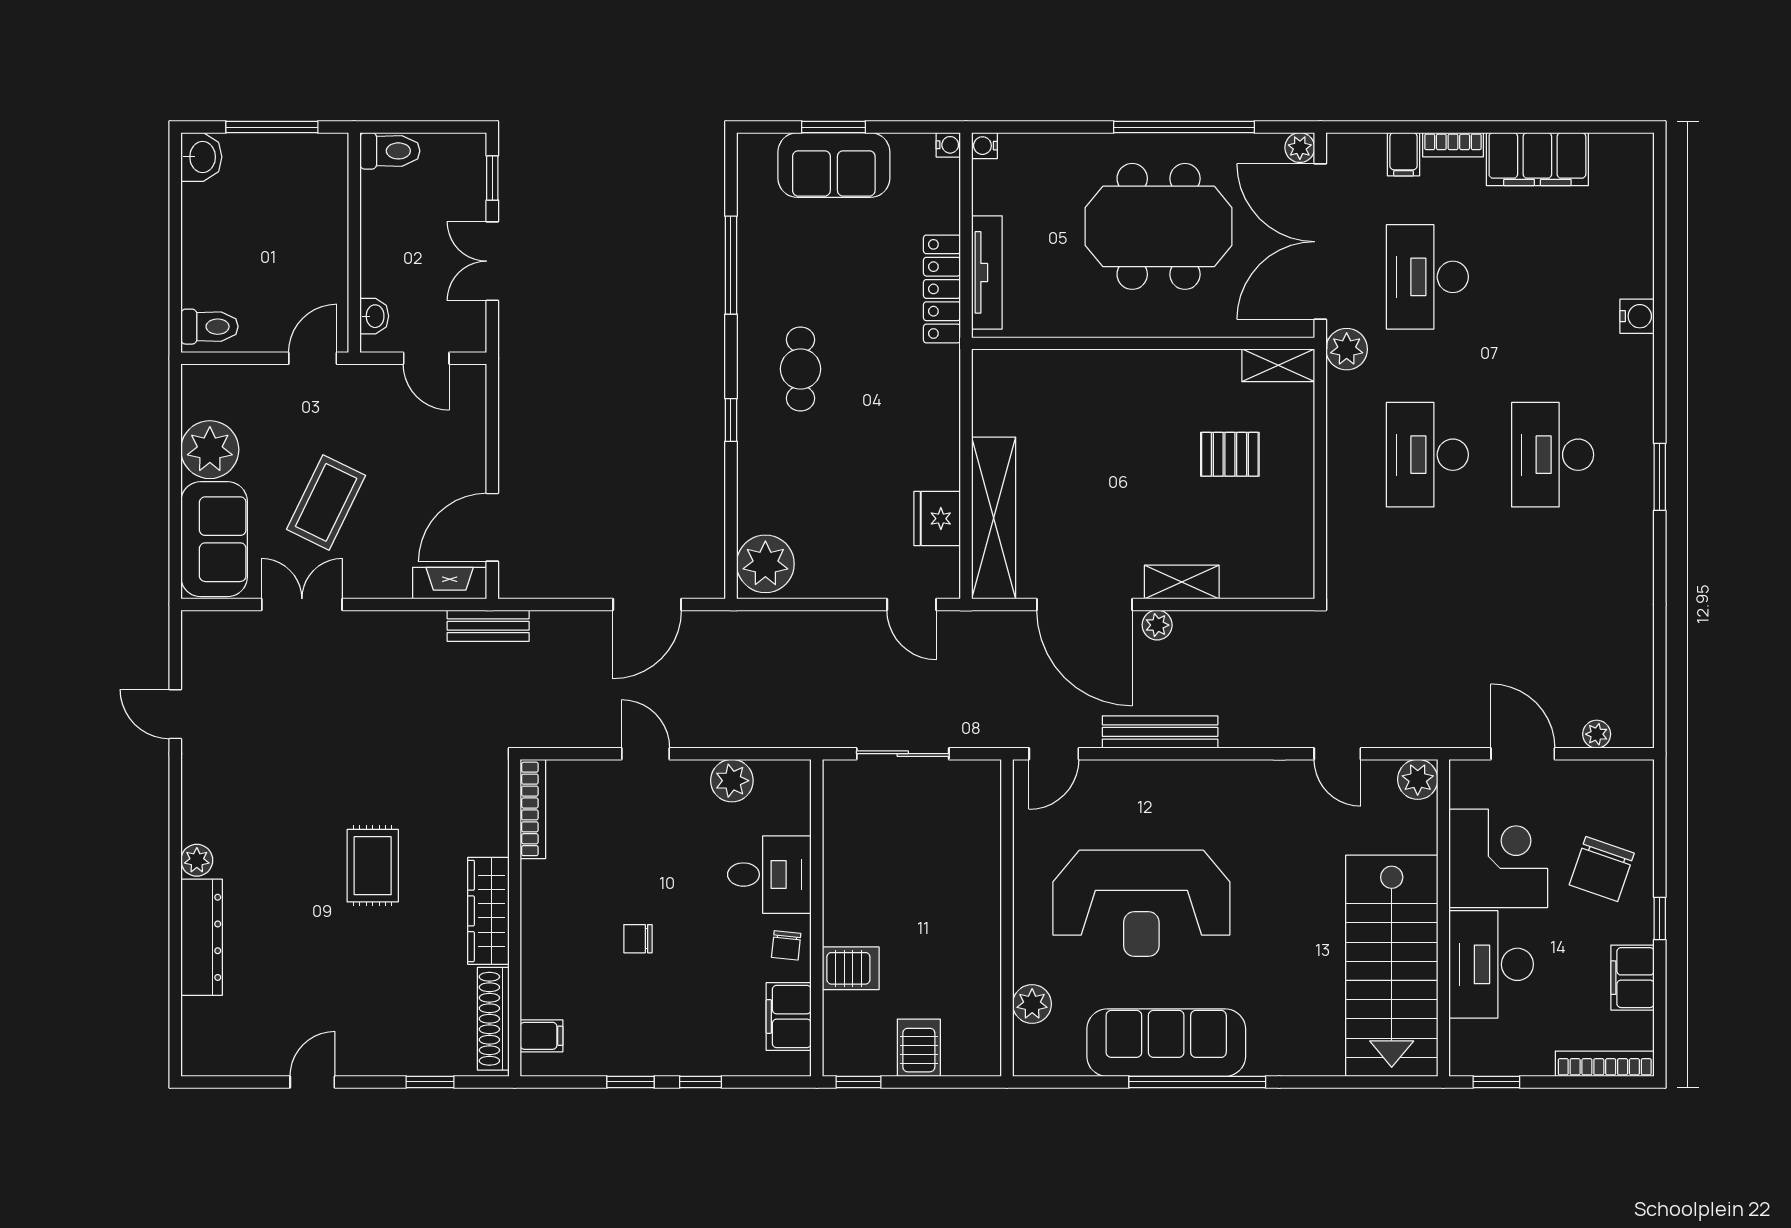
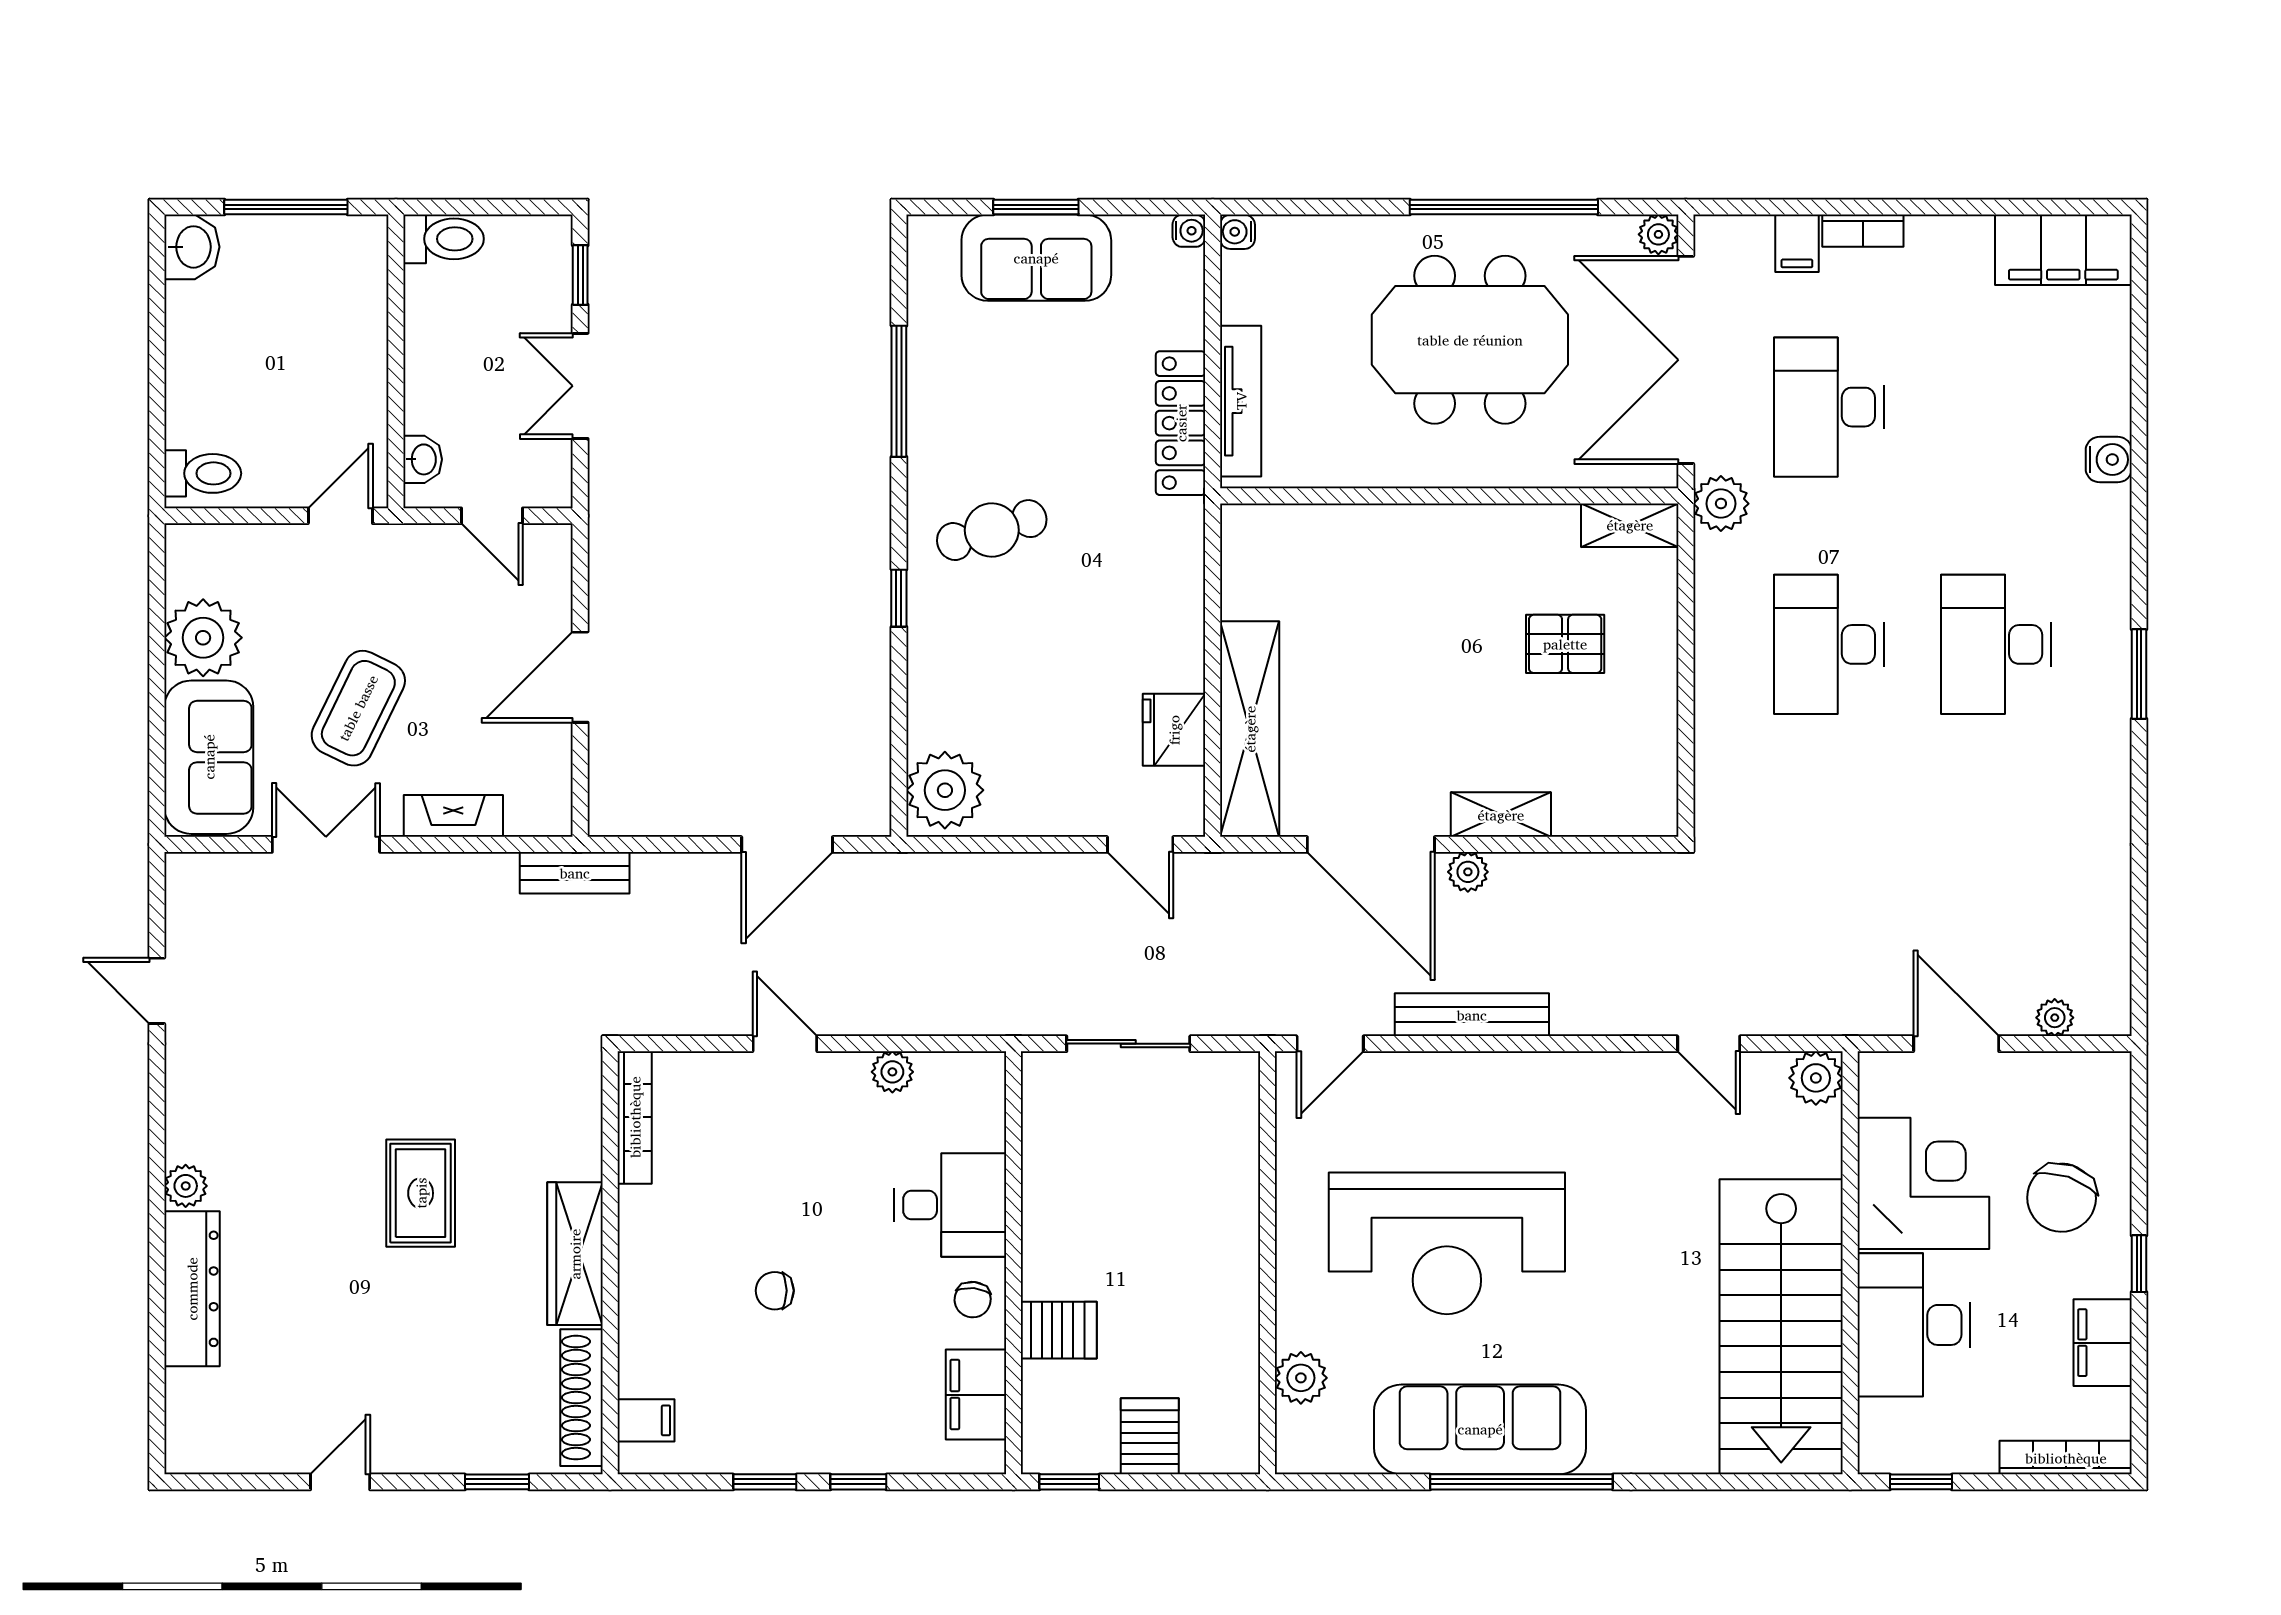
filing cabinet: (1537, 159) -> (2063, 250), moved
cafe table: (800, 369) -> (992, 530), turned 73
door: (492, 527) -> (580, 677), moved
fireplace: (450, 583) -> (453, 816), moved
plant: (732, 781) -> (892, 1072), width x0.73, depth x0.73

